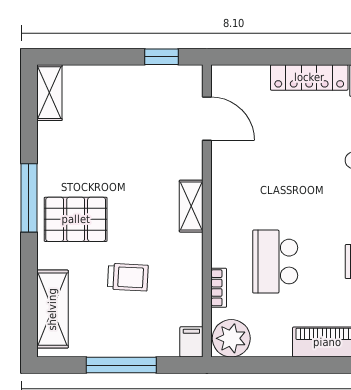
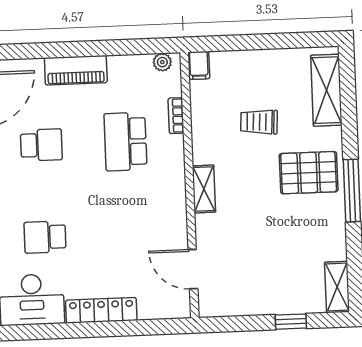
window: (162, 57) -> (291, 322), moved
school desk: (275, 262) -> (125, 142), turned 180
plant: (231, 338) -> (162, 62), width x0.53, depth x0.53
window: (121, 365) -> (262, 42), removed

